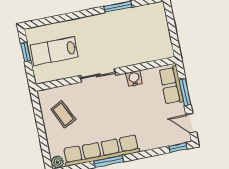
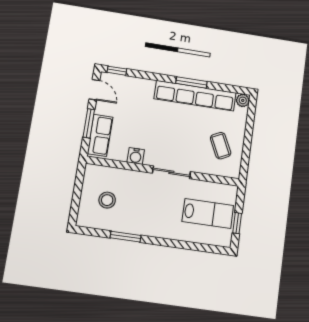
stool: (145, 32) -> (107, 200), added

